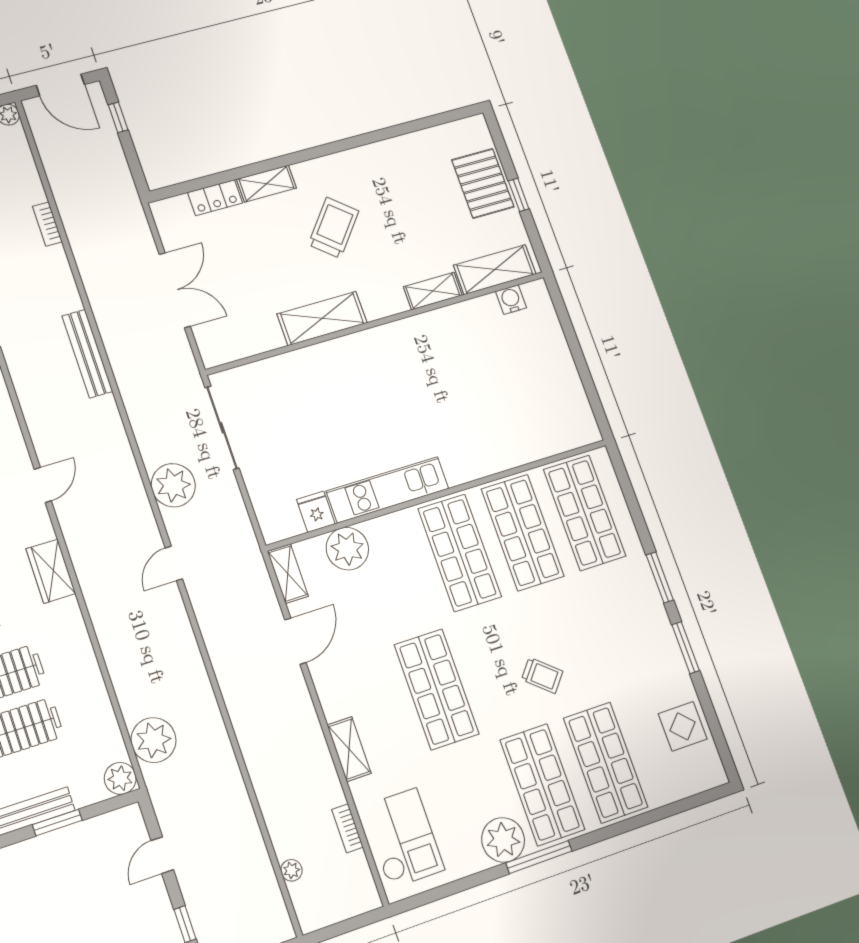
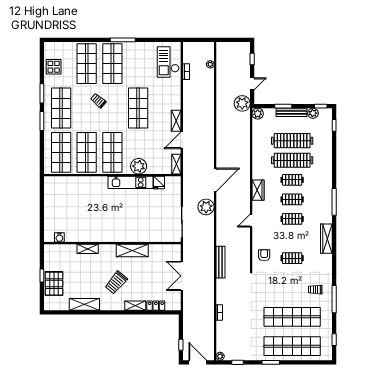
shelving: (495, 270) -> (84, 304), moved
plant: (347, 549) -> (139, 166), moved
door: (174, 563) -> (215, 180), width x1.87
shop shelf: (626, 626) -> (61, 108), added
plant: (154, 740) -> (242, 103), moved
shelving: (349, 749) -> (176, 121), moved
plant: (503, 840) -> (133, 50), removed

